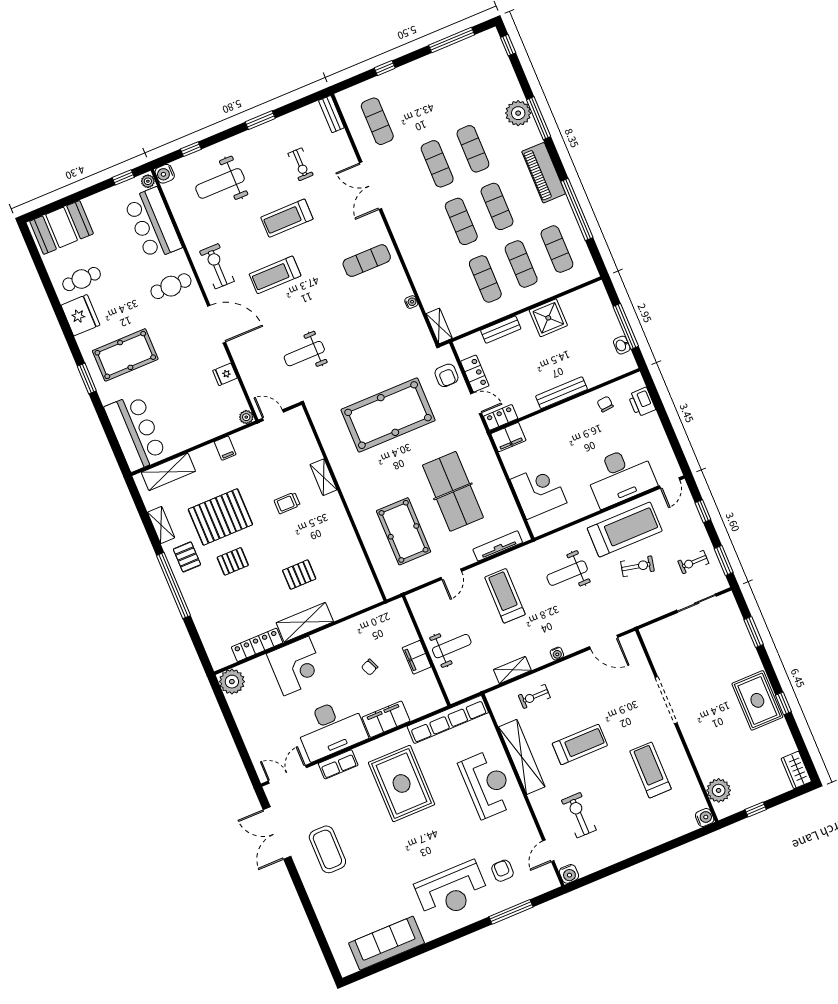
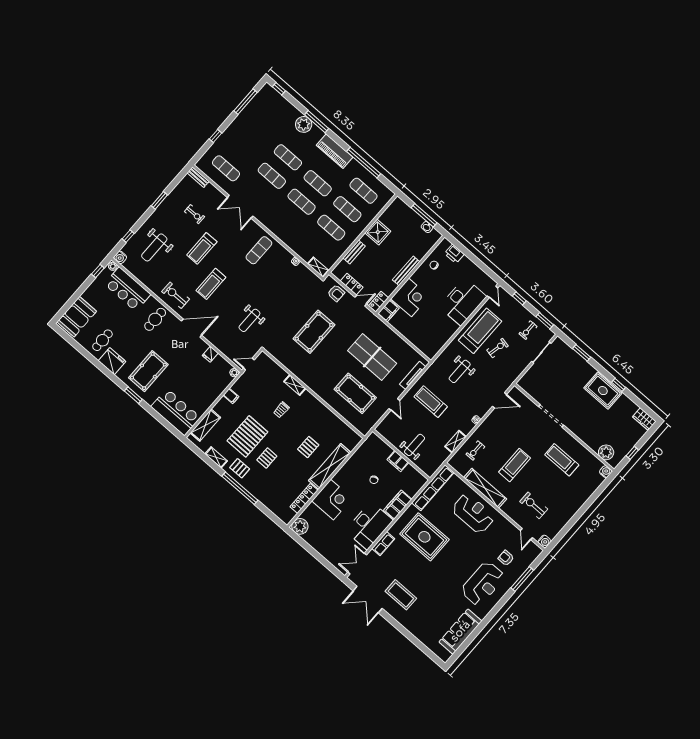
pool table: (388, 415) -> (314, 332), width x0.73, depth x0.76
corner desk: (538, 491) -> (410, 297), moved, turned 90
shelving: (305, 622) -> (330, 467), width x1.47

